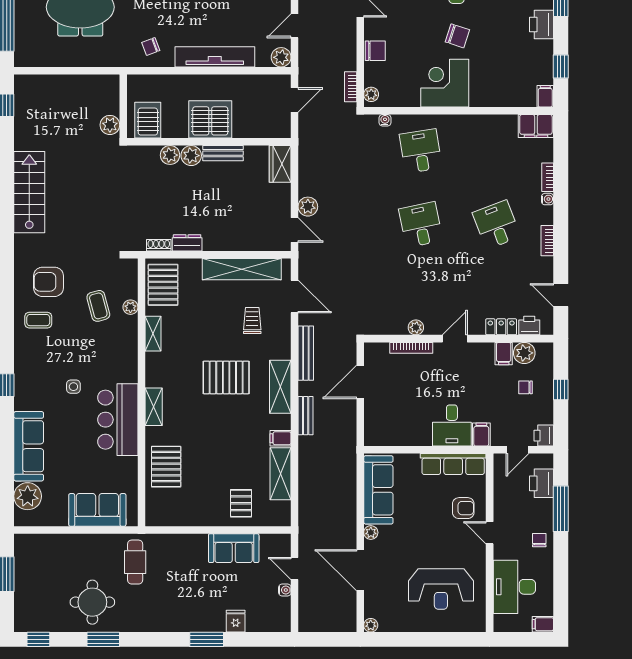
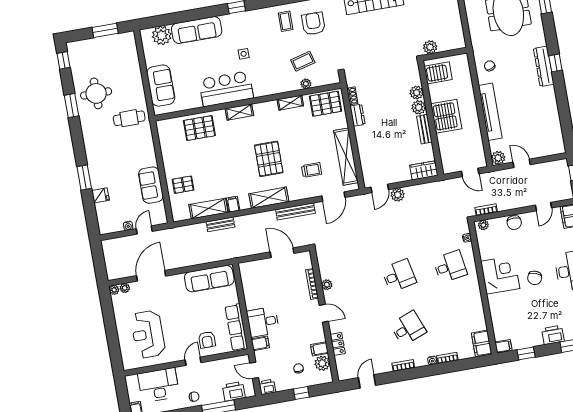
printer: (529, 326) -> (342, 363), removed
bench: (306, 416) -> (220, 224), moved
plant: (371, 533) -> (125, 288), moved

